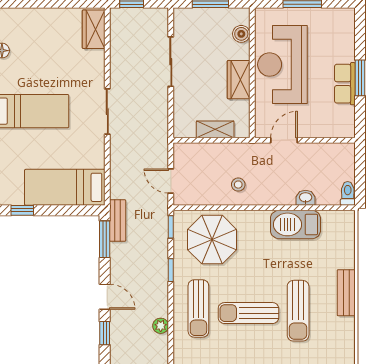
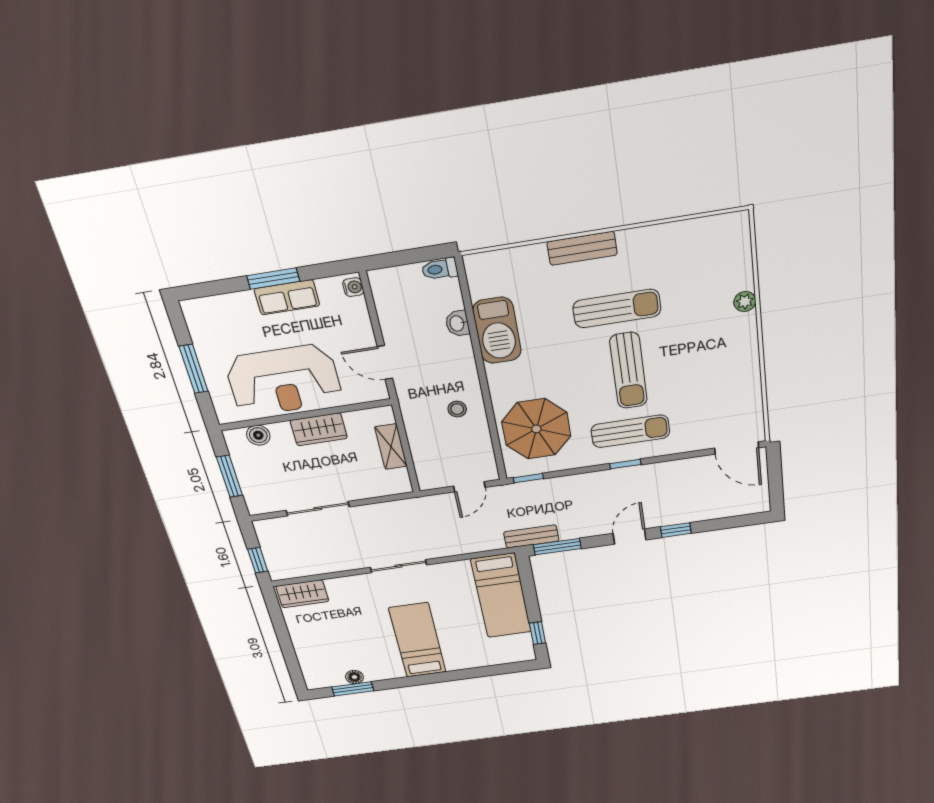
water cooler: (345, 131) -> (353, 287), added
window: (171, 270) -> (625, 464), moved
plant: (161, 326) -> (659, 471), removed

